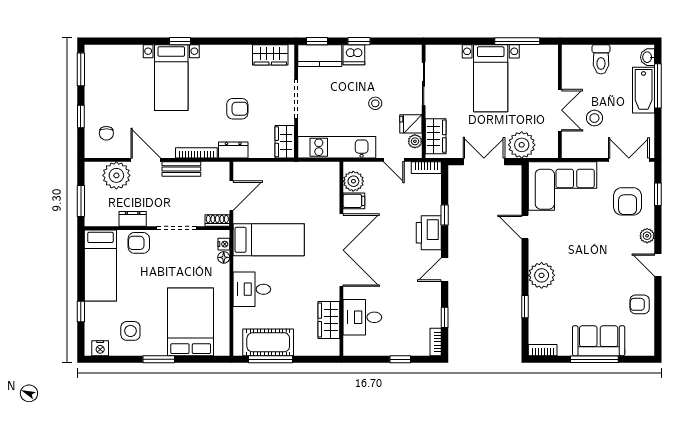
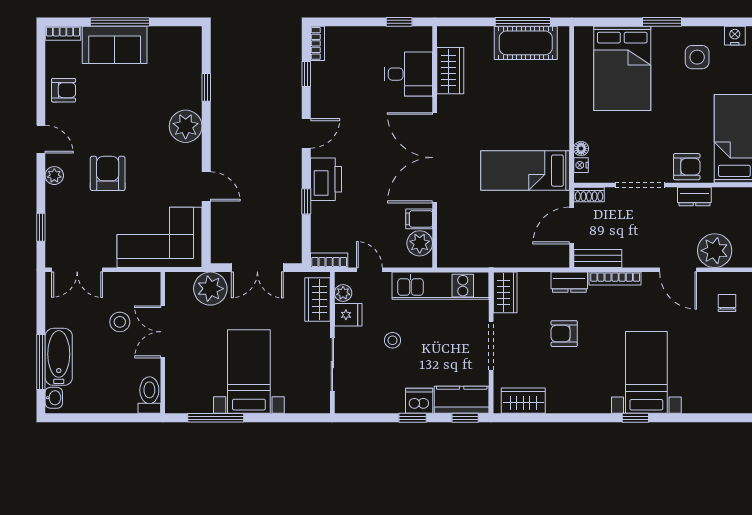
toilet: (601, 59) -> (149, 395), moved
bench: (181, 169) -> (598, 259), moved
armchair: (628, 201) -> (108, 173), moved
desk: (252, 289) -> (546, 109), removed
bookcase: (543, 350) -> (63, 33), moved
window: (400, 359) -> (399, 22), moved

